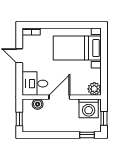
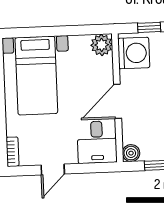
door: (59, 97) -> (118, 101), hinge flipped
boiler: (38, 104) -> (131, 153), moved

